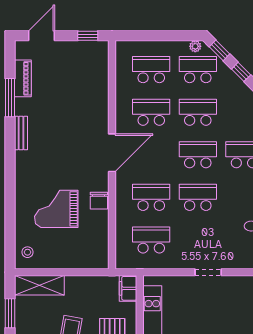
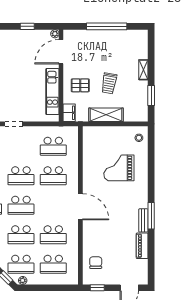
piano: (23, 78) -> (142, 246), moved
window: (10, 98) -> (151, 216), moved
door: (112, 153) -> (80, 207), swing flipped
chair: (99, 201) -> (96, 263), moved
grand piano: (56, 209) -> (119, 168), turned 180
shelving: (39, 285) -> (106, 115), moved

